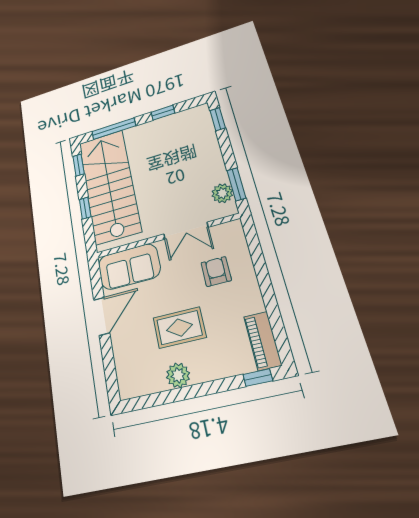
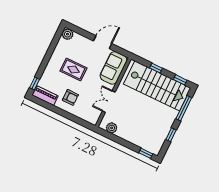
window: (236, 184) -> (110, 136), removed
armchair: (216, 271) -> (70, 97), moved
door: (102, 316) -> (103, 42), swing flipped
rug: (179, 328) -> (73, 69), turned 90
plant: (178, 375) -> (68, 34), moved

